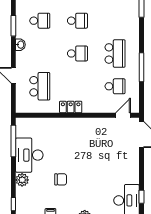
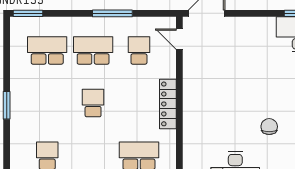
school desk: (77, 21) -> (47, 50), moved, width x1.85
locker: (71, 107) -> (168, 104), width x1.53

